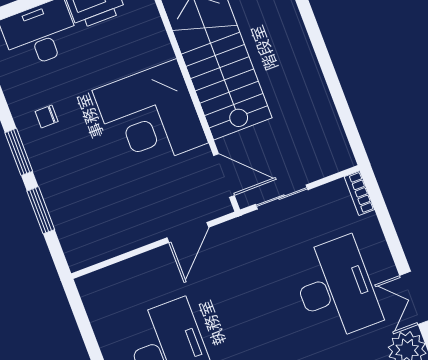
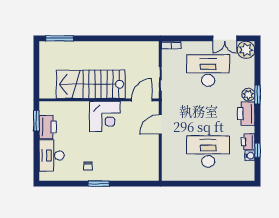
corner desk: (150, 117) -> (105, 116), width x0.74, depth x0.74
window: (41, 210) -> (127, 184), removed
door: (188, 232) -> (160, 124), swing flipped

